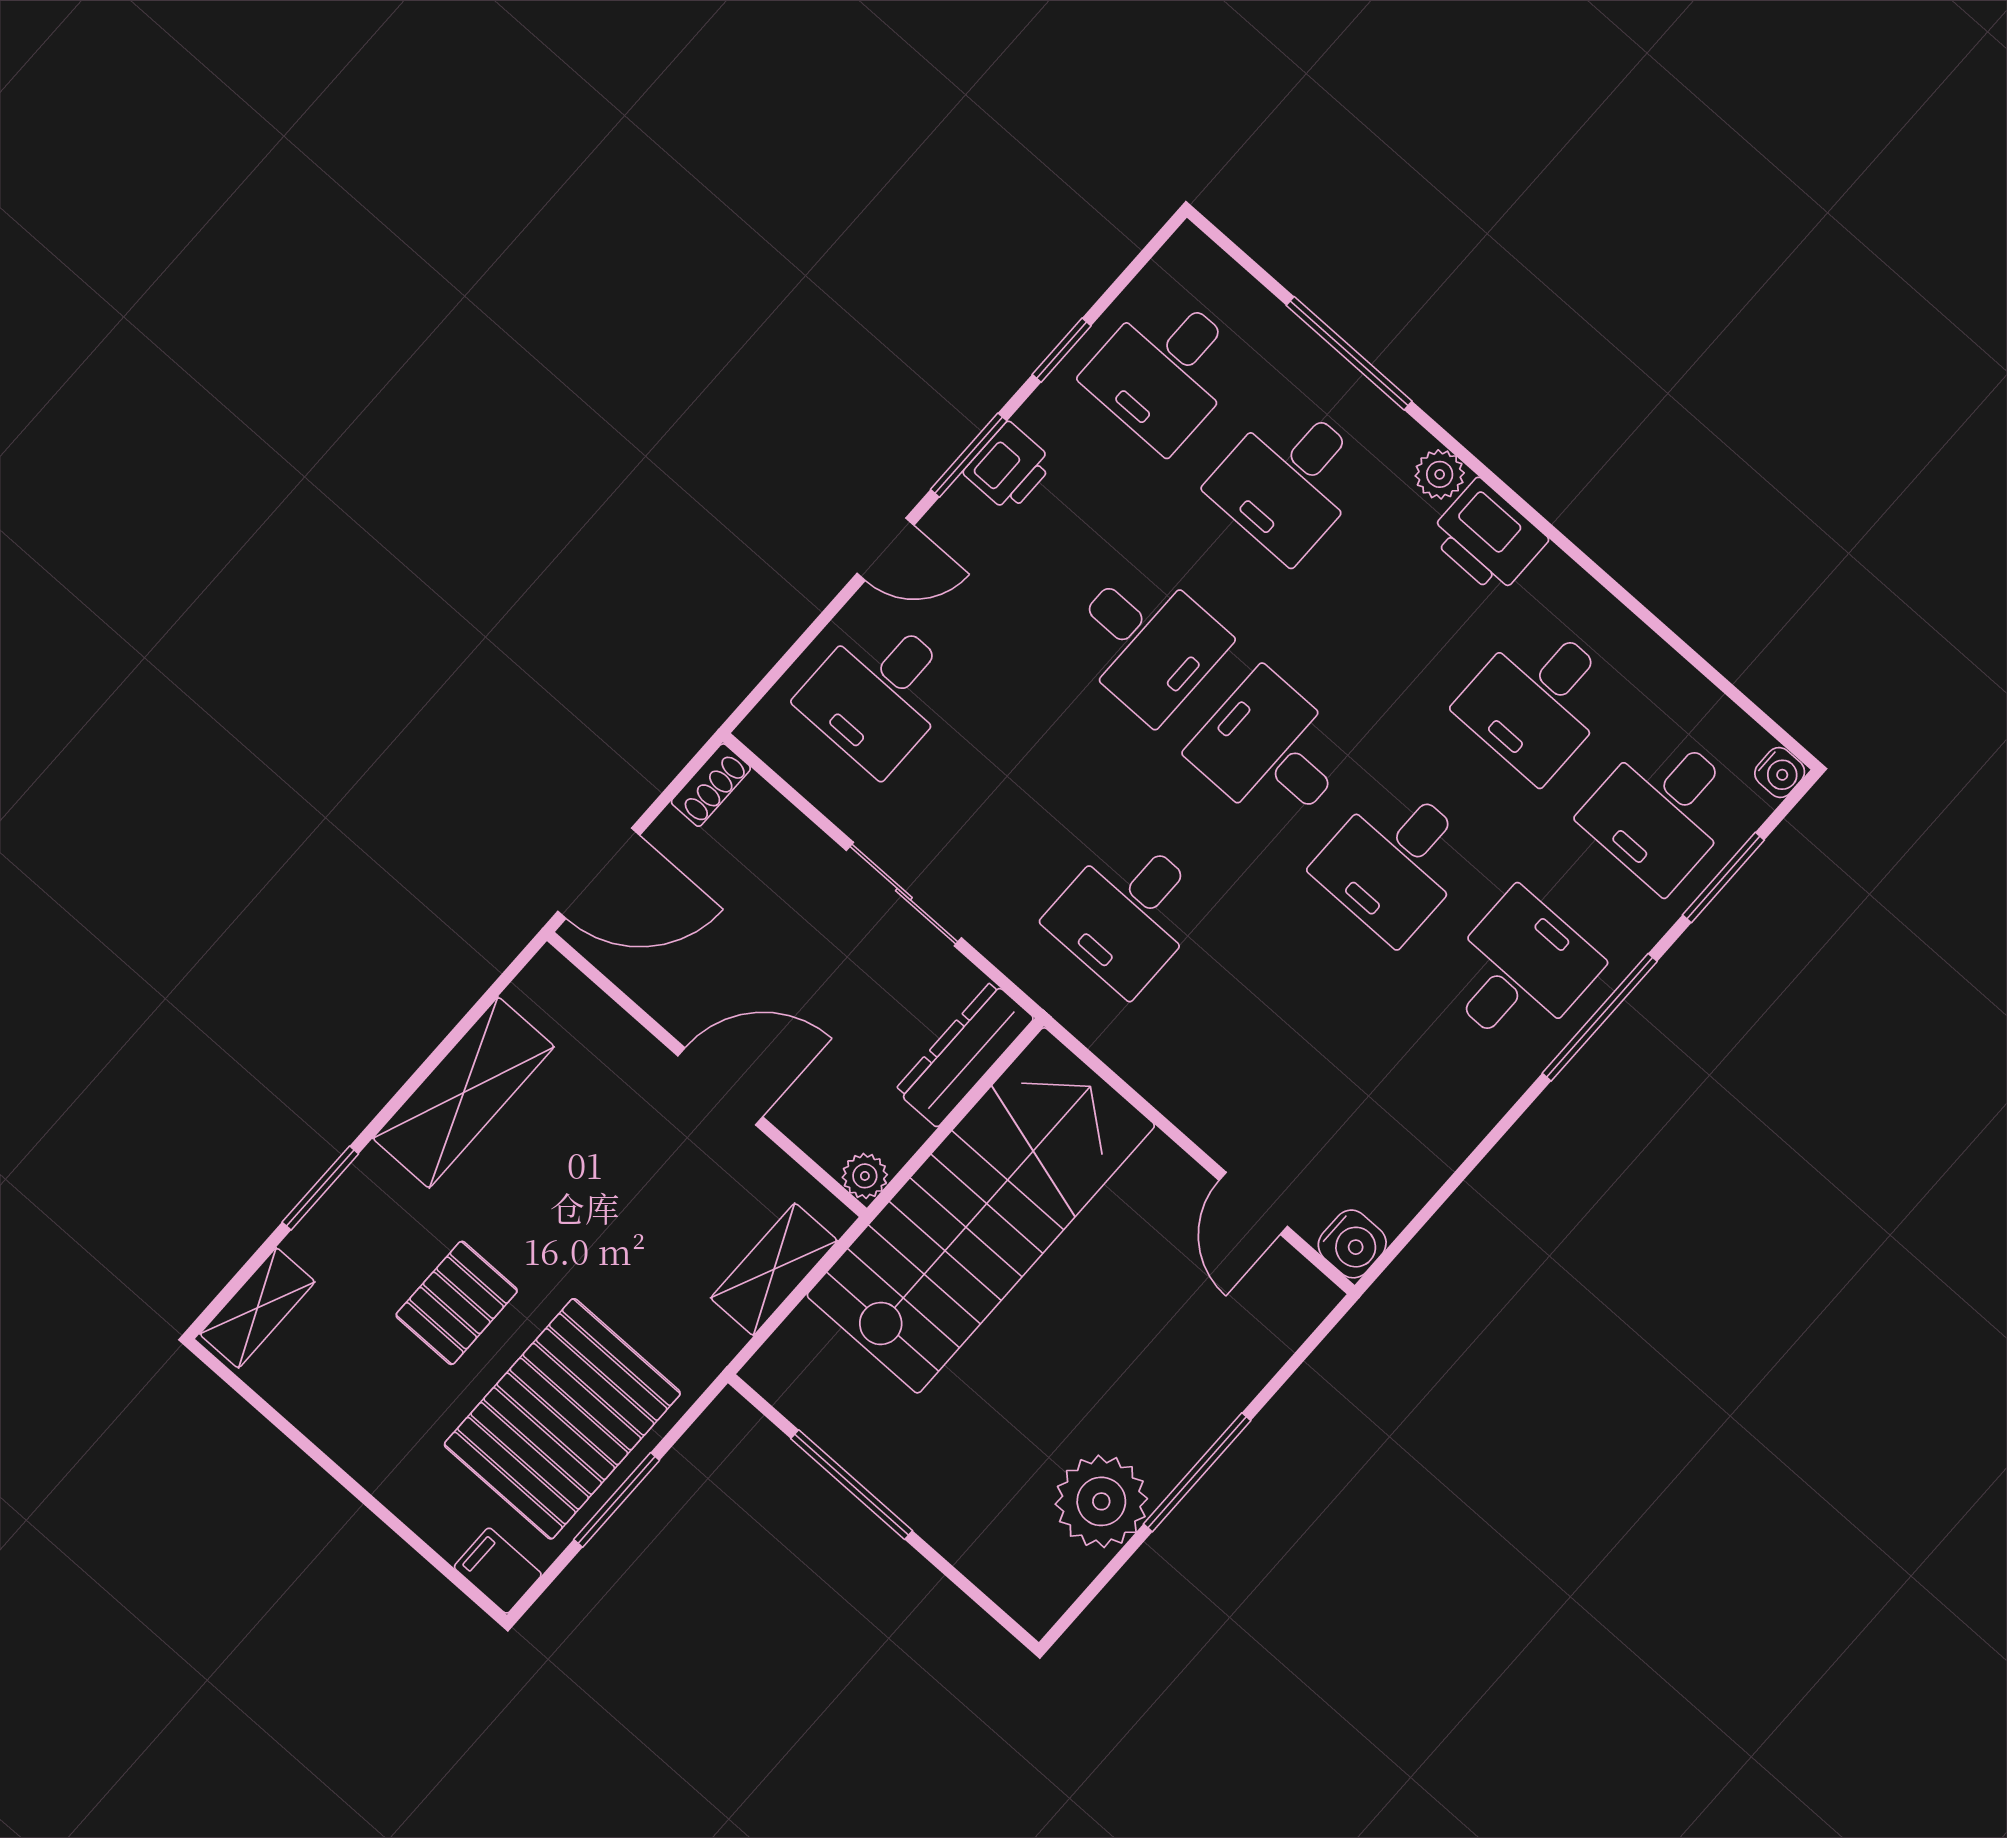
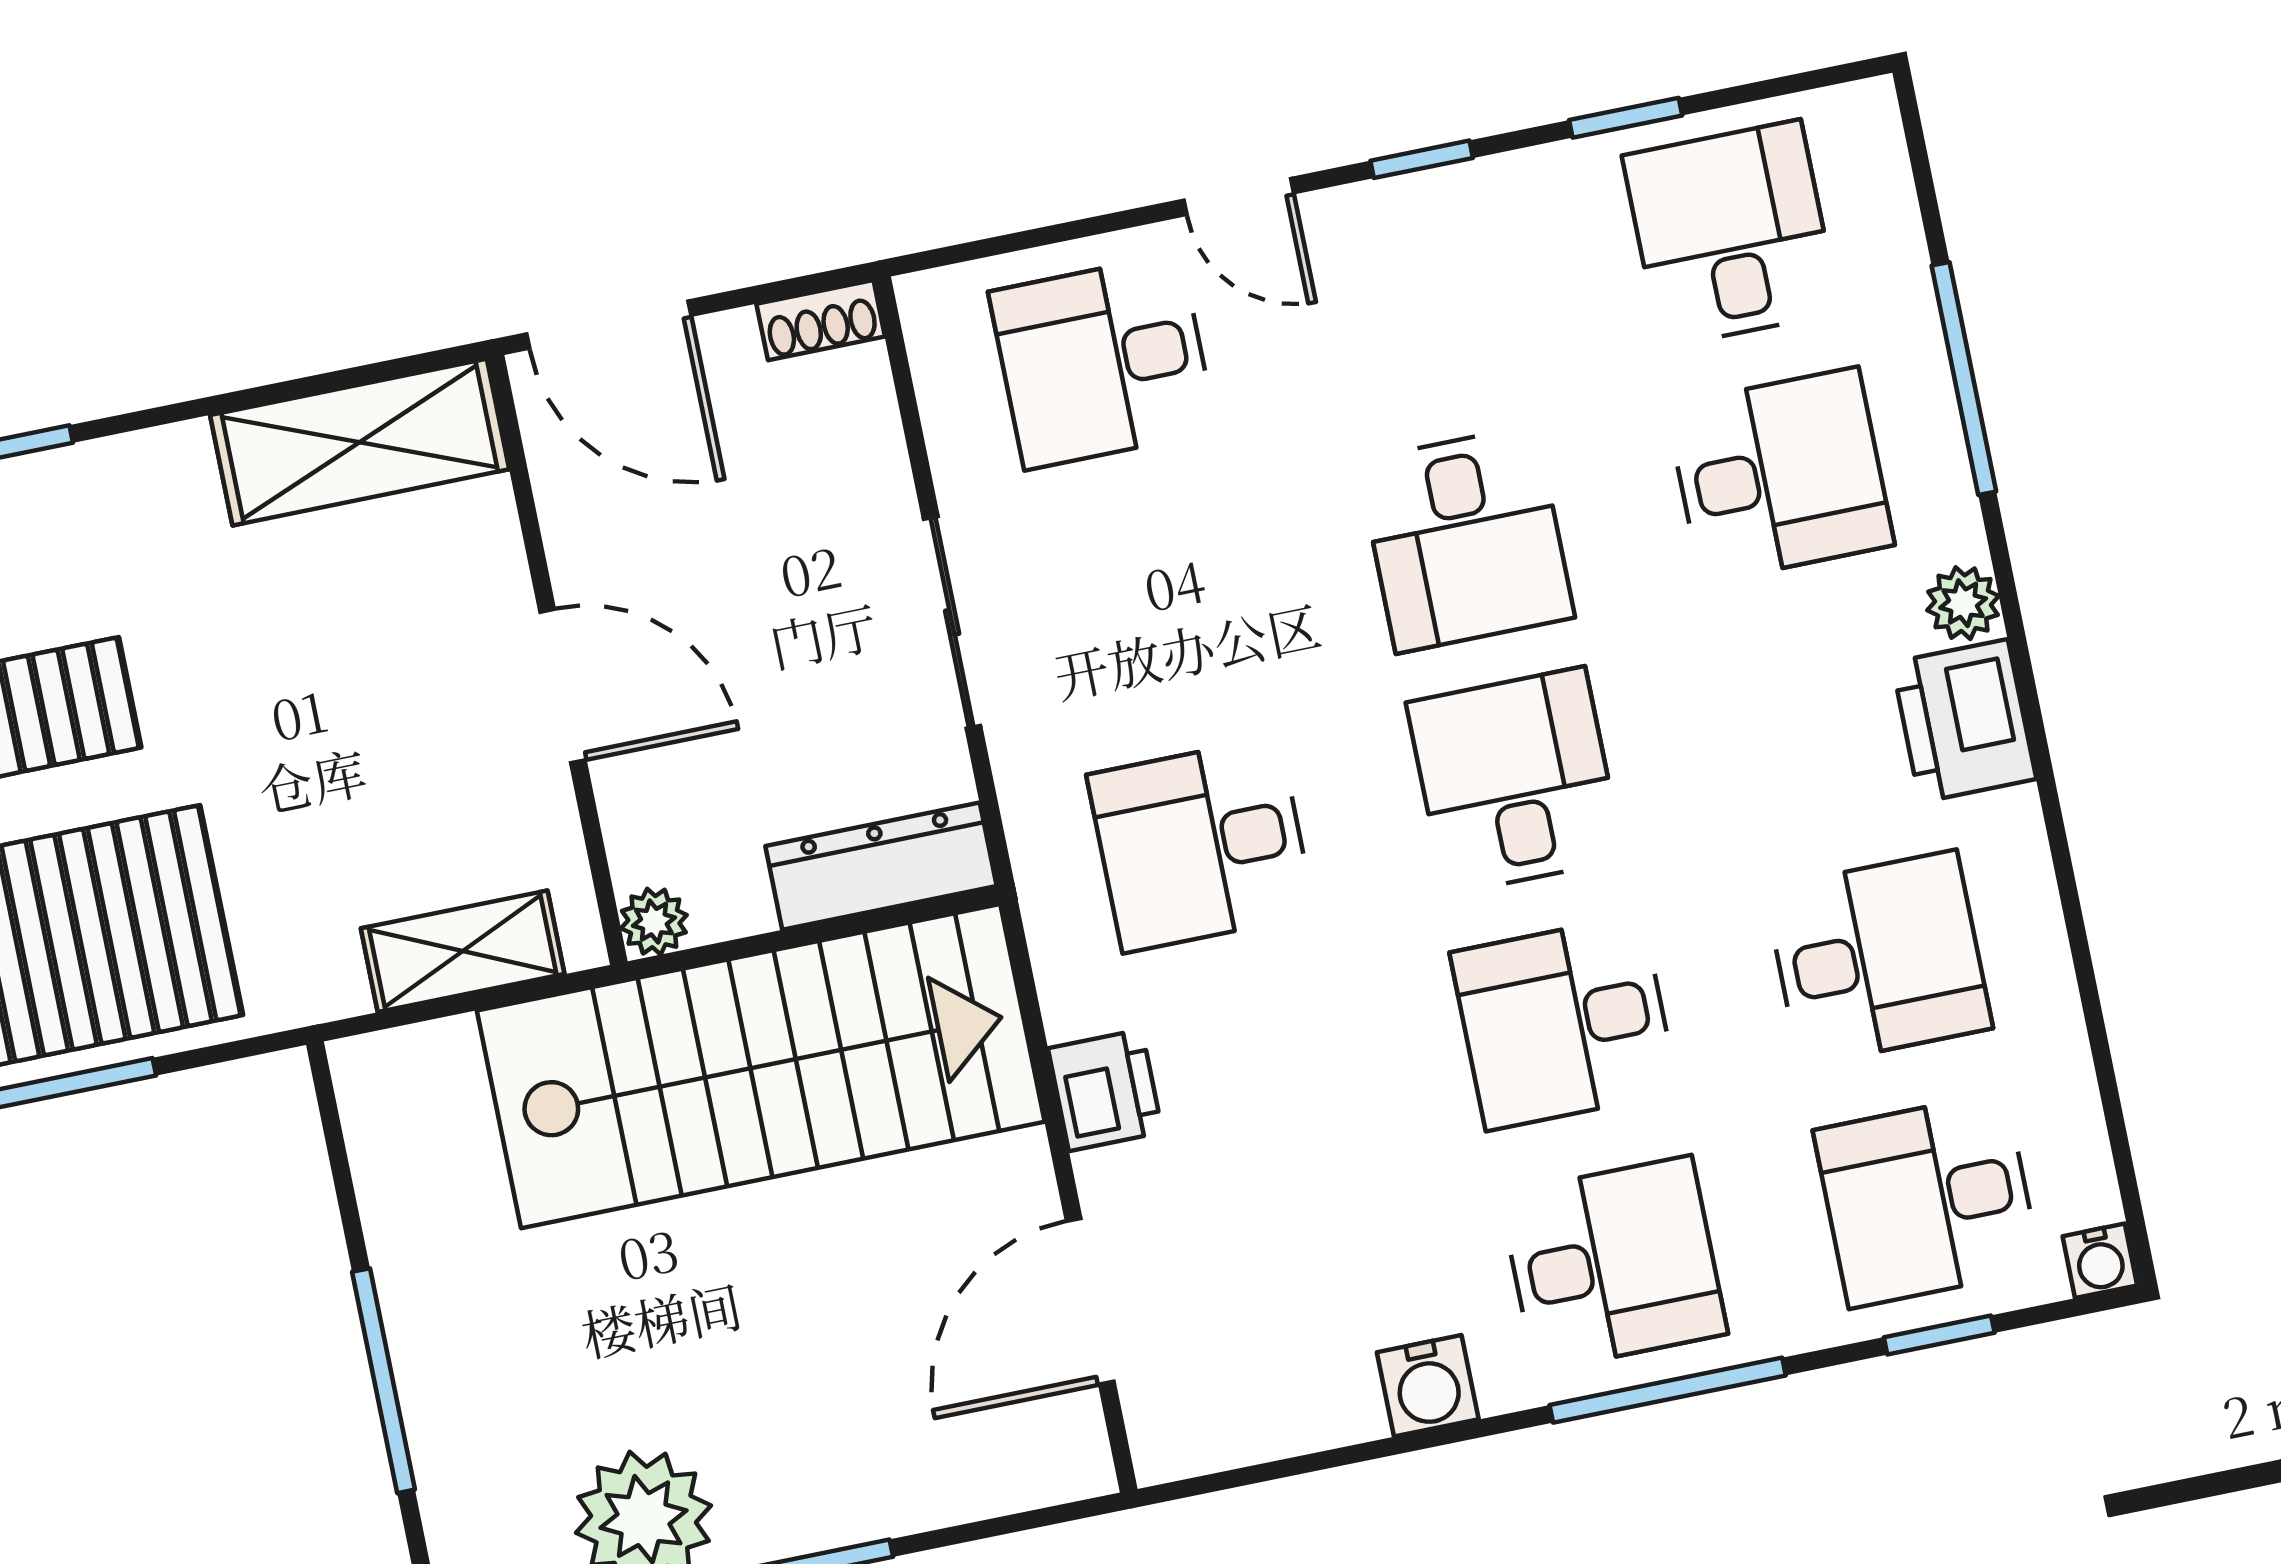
desk: (1165, 370) -> (1731, 234), turned 90
window: (969, 455) -> (1422, 159), width x0.67
printer: (1009, 467) -> (1105, 1090), moved, turned -90
desk: (1289, 480) -> (1780, 475), turned 180
desk: (1538, 700) -> (1878, 958), turned 180
window: (1723, 877) -> (1939, 1335), width x0.67
shelving: (464, 1093) -> (360, 442), moved
door: (1253, 1203) -> (1090, 1301), width x1.38
water cooler: (1352, 1244) -> (1428, 1386), moved
window: (852, 1485) -> (384, 1381), moved

